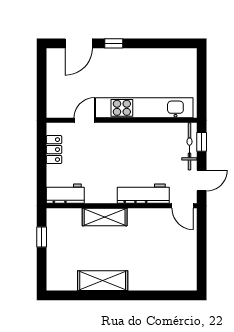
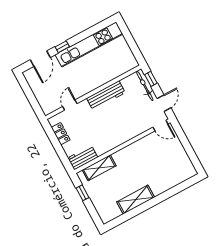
kitchen unit: (144, 108) -> (89, 44), moved, turned 180
workbench: (143, 194) -> (106, 95), moved, turned 180
shelving: (105, 217) -> (99, 168), moved

